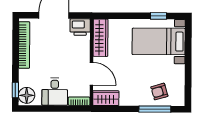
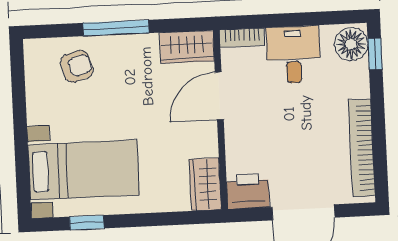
wardrobe: (100, 38) -> (205, 184), width x0.67
door: (91, 74) -> (219, 96), hinge flipped
window: (155, 109) -> (116, 28), moved

